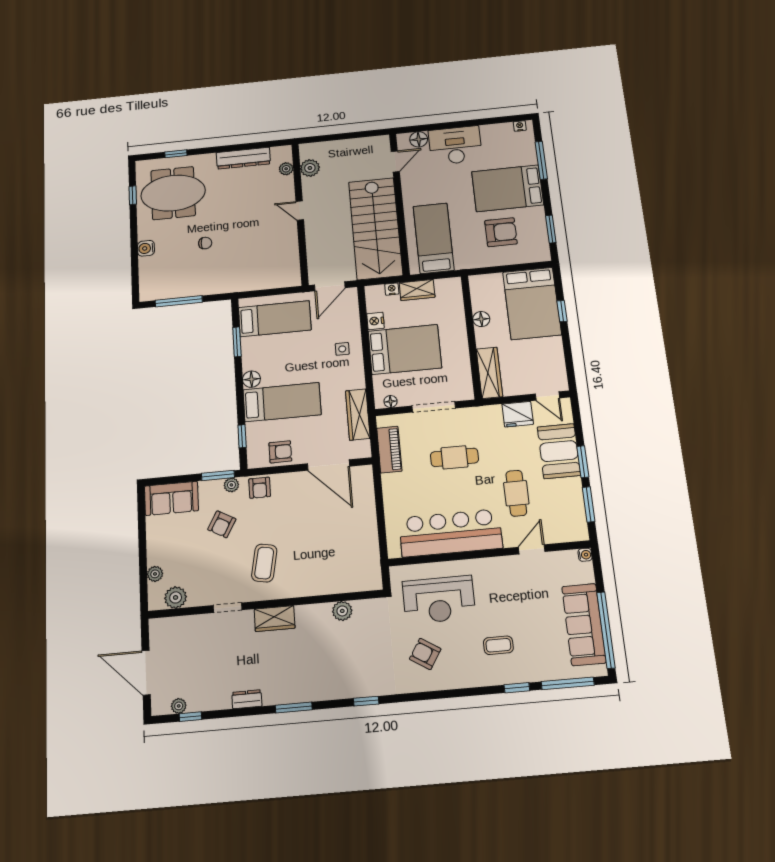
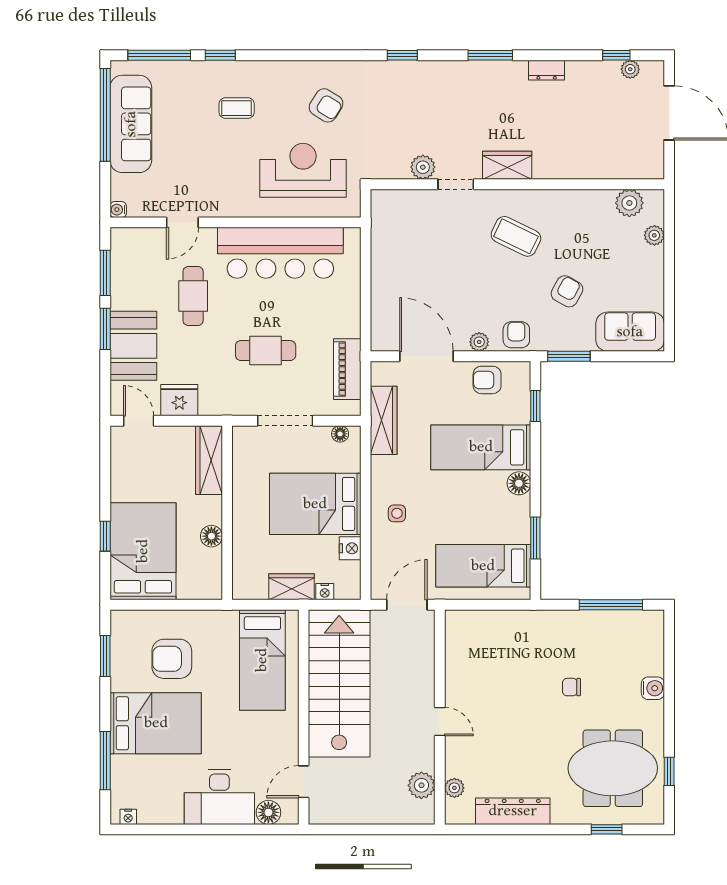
plant: (231, 485) -> (479, 342), moved
coffee table: (264, 563) -> (516, 236), turned -75
doorway: (227, 608) -> (456, 184), moved

